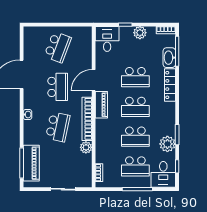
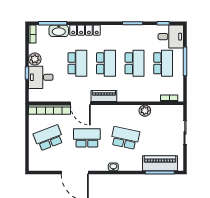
desk: (107, 39) -> (41, 77), moved
school desk: (58, 47) -> (49, 138), turned -42
bookcase: (87, 119) -> (49, 110), moved
plant: (167, 144) -> (142, 33), removed

